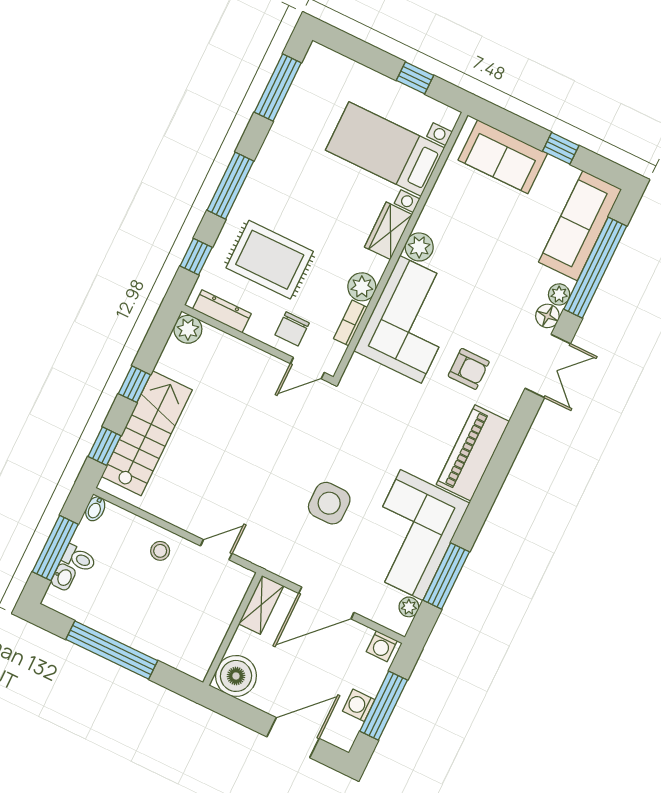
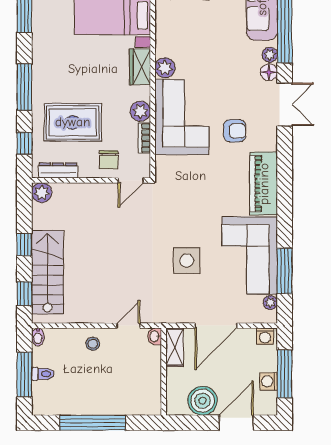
washbasin: (63, 577) -> (155, 336), moved, turned 180
boiler: (236, 676) -> (203, 401), moved

